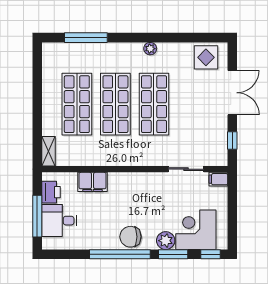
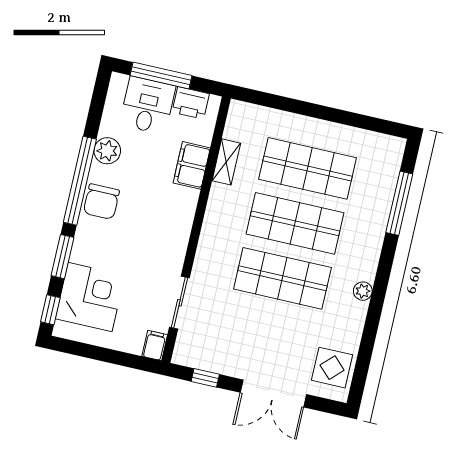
shelving: (49, 151) -> (226, 162), moved, turned 90
chair: (130, 237) -> (101, 202), turned 180
plant: (166, 241) -> (107, 151), moved

